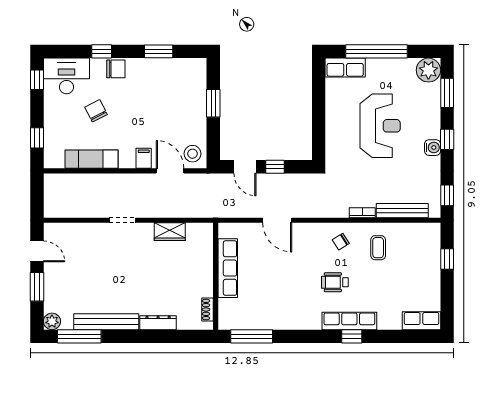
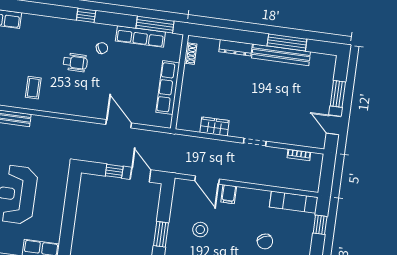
stool: (193, 154) -> (200, 230), moved
exam couch: (91, 159) -> (294, 202), moved
bookcase: (362, 213) -> (299, 155), moved
chair: (341, 242) -> (102, 48), moved
plant: (52, 321) -> (329, 62), removed
row of seats: (349, 321) -> (140, 37), moved
window: (79, 336) -> (287, 43), moved
window: (352, 336) -> (86, 15), moved

